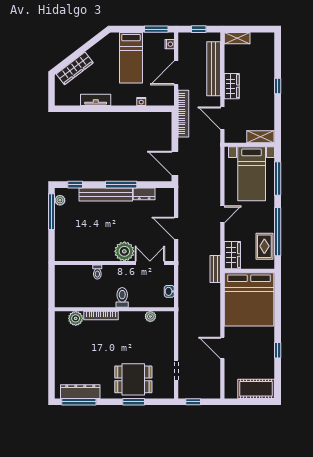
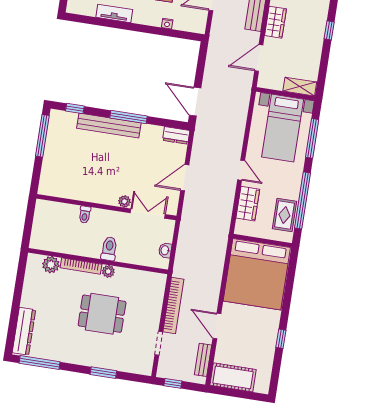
bookcase: (183, 114) -> (173, 305), moved
door: (222, 118) -> (259, 58), hinge flipped
dresser: (144, 194) -> (176, 135), moved
plant: (60, 200) -> (54, 124), removed
door: (222, 214) -> (241, 170), hinge flipped
door: (176, 228) -> (185, 178), hinge flipped
plant: (124, 251) -> (124, 201), width x0.53, depth x0.53
wardrobe: (232, 255) -> (248, 204), moved
bench: (215, 269) -> (203, 360), moved
plant: (150, 316) -> (108, 271), moved
dining table: (133, 379) -> (102, 314), moved
cot: (256, 389) -> (233, 377), moved
dresser: (80, 392) -> (24, 331), moved, turned 90

